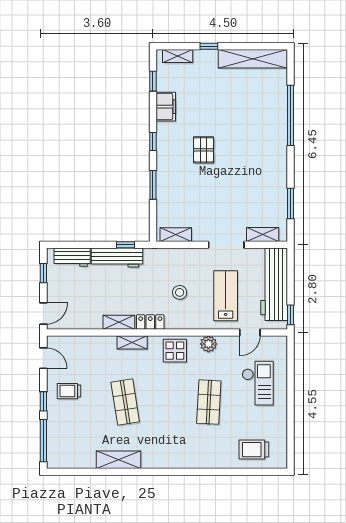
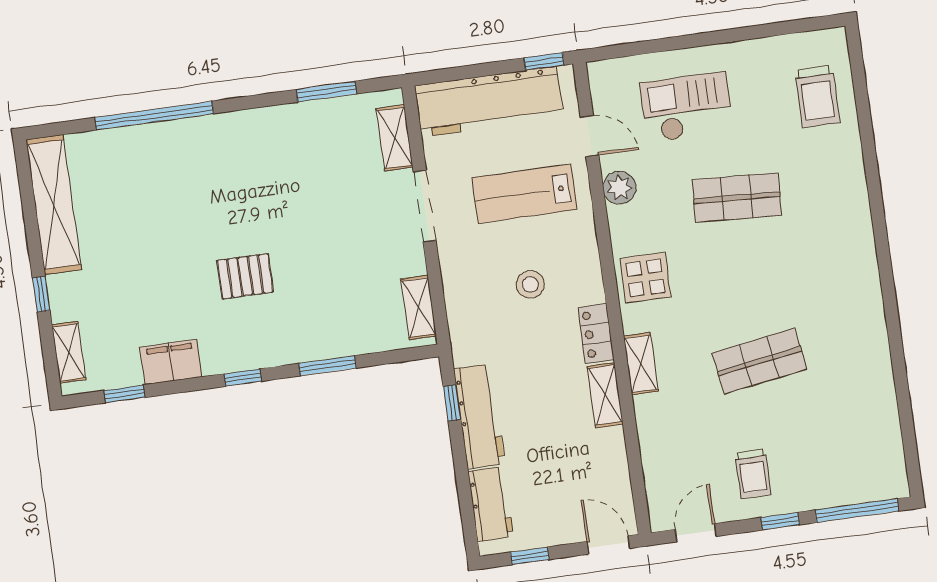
plant: (208, 344) -> (620, 188), moved
shelving: (118, 460) -> (874, 358), removed

